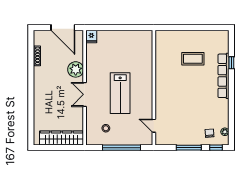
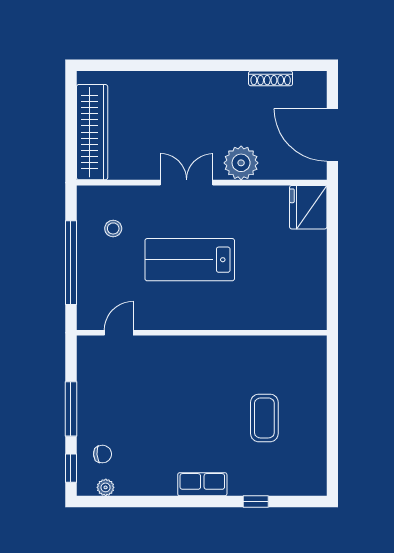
door: (63, 27) -> (332, 135), hinge flipped
fridge: (91, 36) -> (308, 207), width x1.88, depth x1.34
row of seats: (223, 76) -> (202, 484), width x0.50

